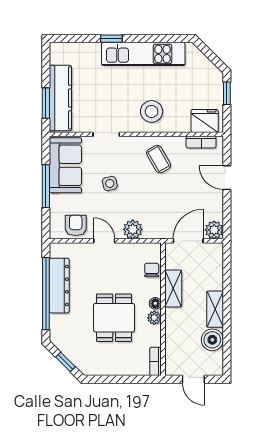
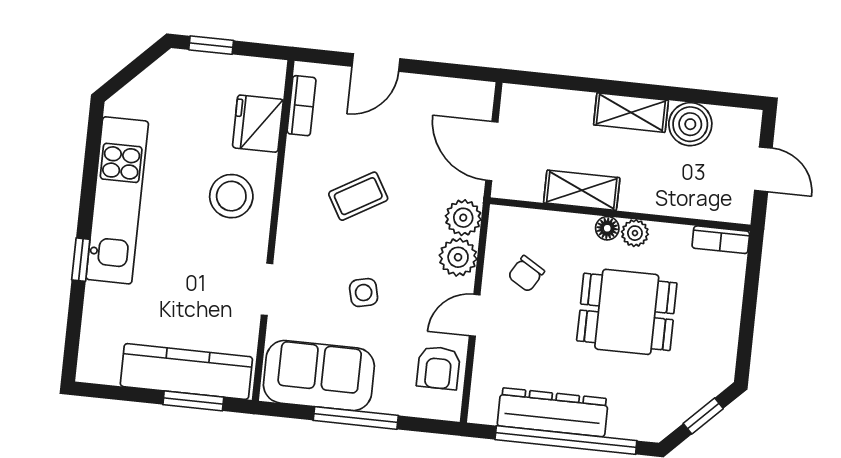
fridge: (205, 121) -> (258, 124), moved
coffee table: (159, 159) -> (358, 196), moved
armchair: (76, 225) -> (438, 368), turned -90
plant: (214, 230) -> (463, 218), moved
chair: (152, 270) -> (526, 274), moved, turned -59
door: (193, 379) -> (763, 169), hinge flipped

